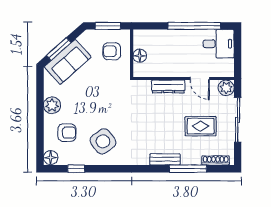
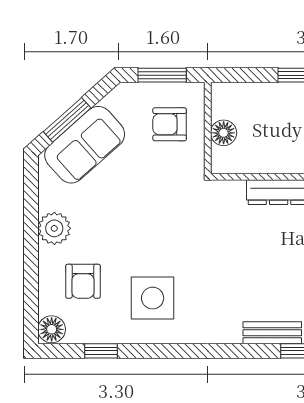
armchair: (67, 133) -> (83, 281), turned 90
side table: (103, 141) -> (153, 298), turned 37

